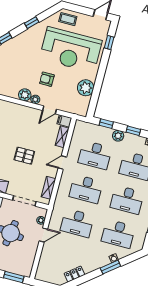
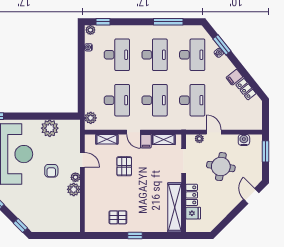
filing cabinet: (64, 121) -> (146, 141), moved
window: (106, 124) -> (81, 97), removed
window: (133, 131) -> (81, 67), removed
plant: (118, 136) -> (91, 118), moved
pallet: (24, 156) -> (124, 166), moved
water cooler: (29, 260) -> (244, 140), added
filing cabinet: (88, 266) -> (234, 77), added
window: (110, 267) -> (222, 45), moved

